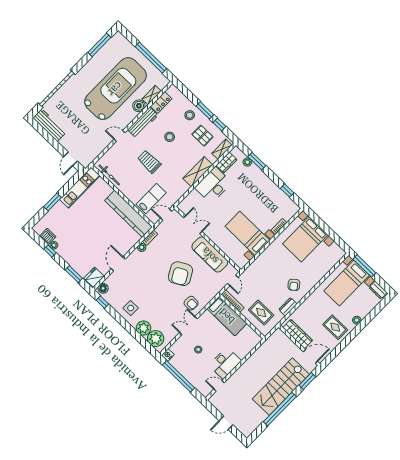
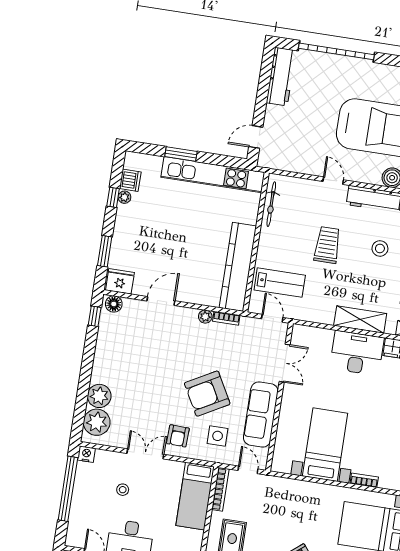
kitchen unit: (80, 188) -> (213, 175), width x1.36
door: (233, 280) -> (248, 470), swing flipped
side table: (131, 308) -> (218, 436), moved

